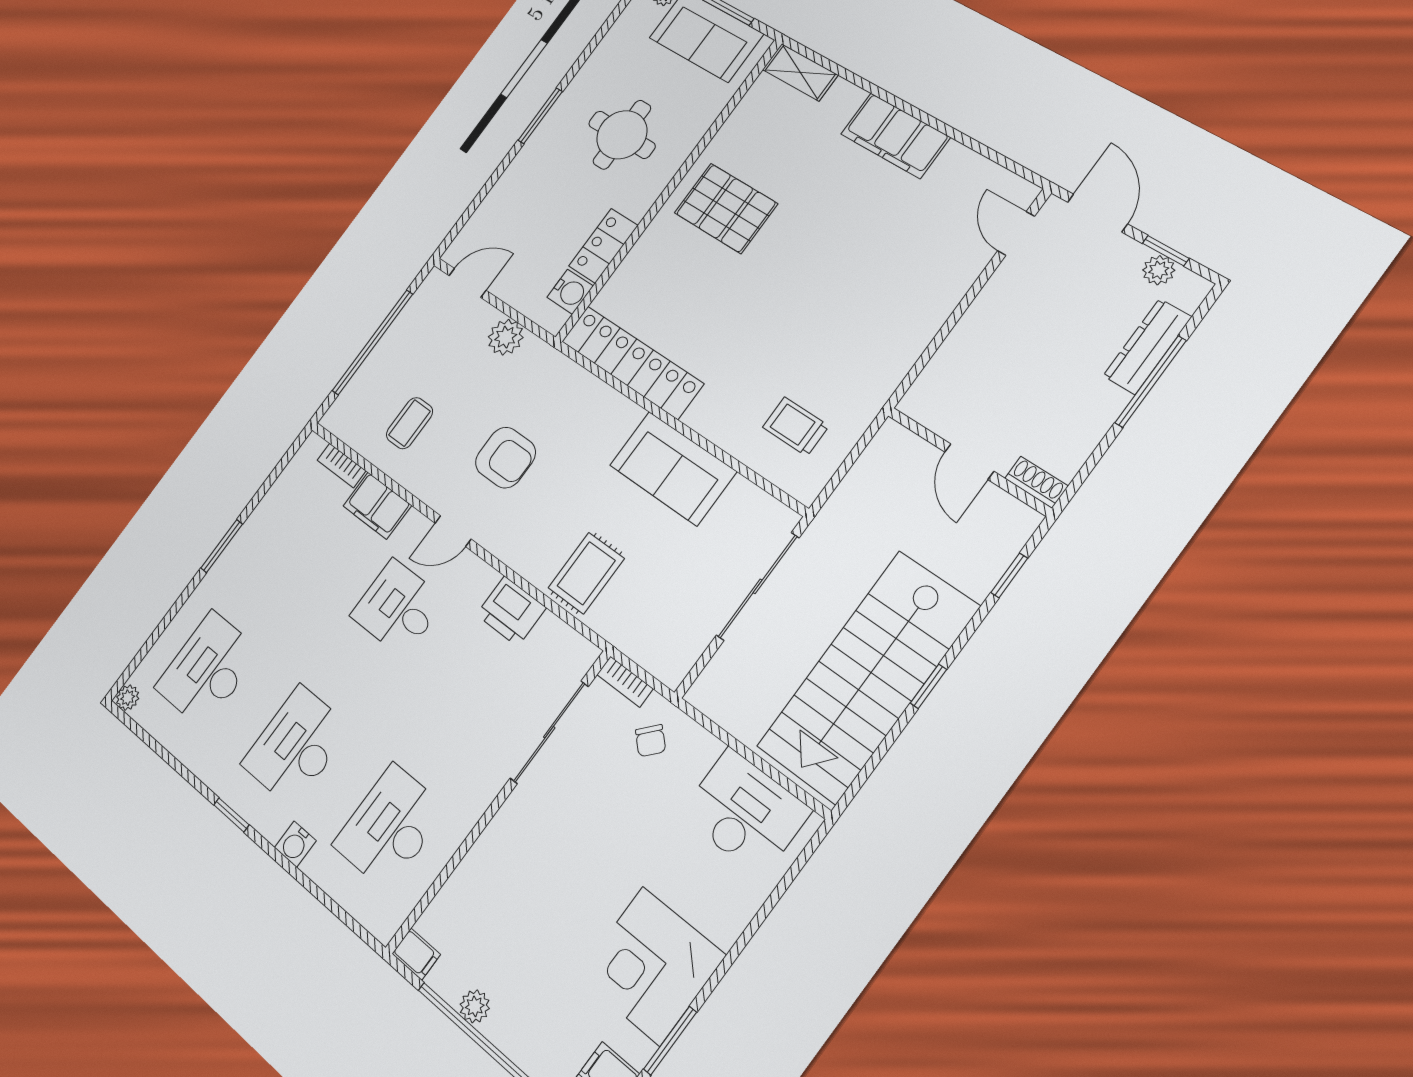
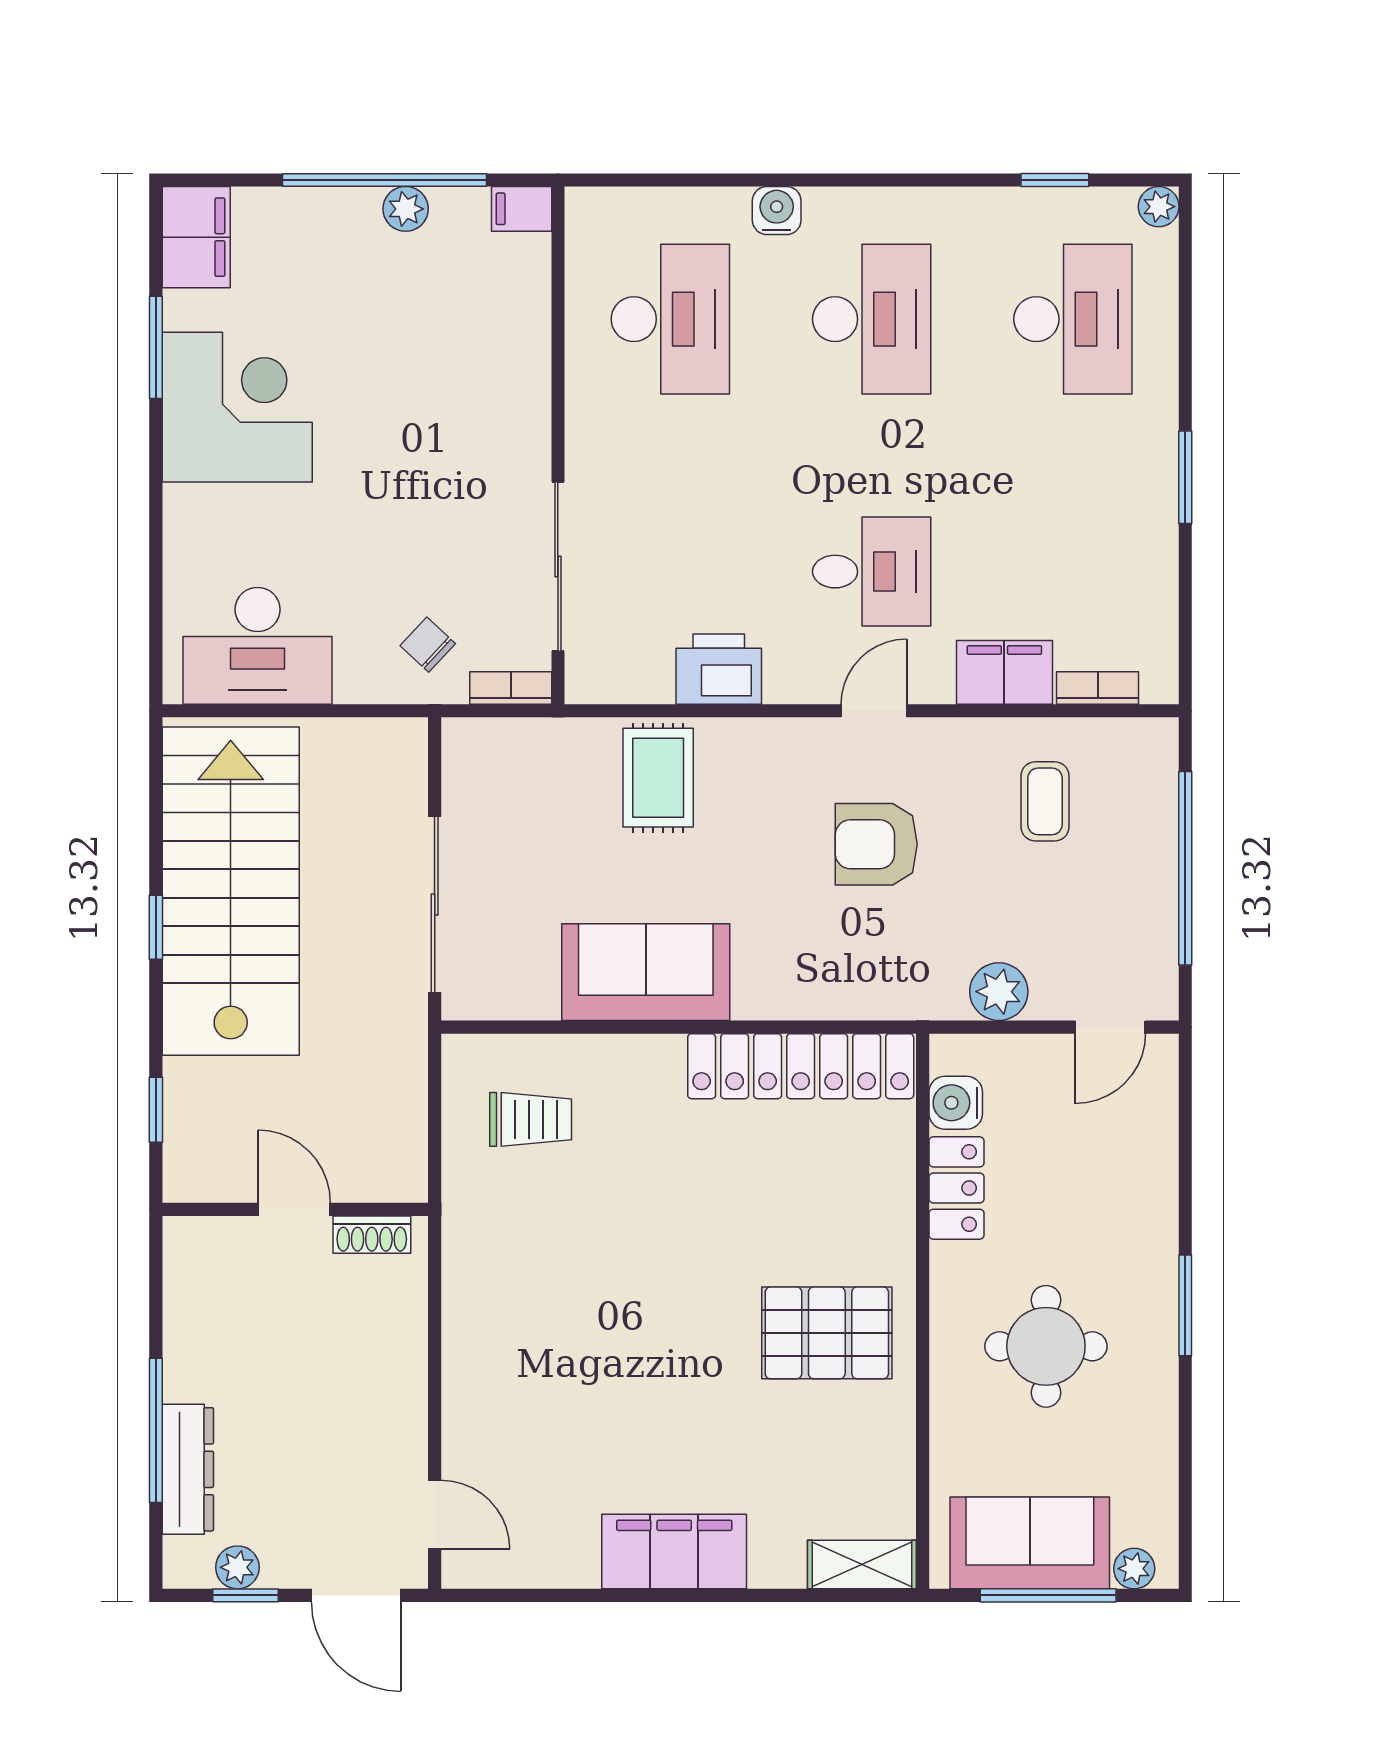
shoe rack: (1036, 482) -> (372, 1235), moved
window: (231, 815) -> (1055, 180), moved

